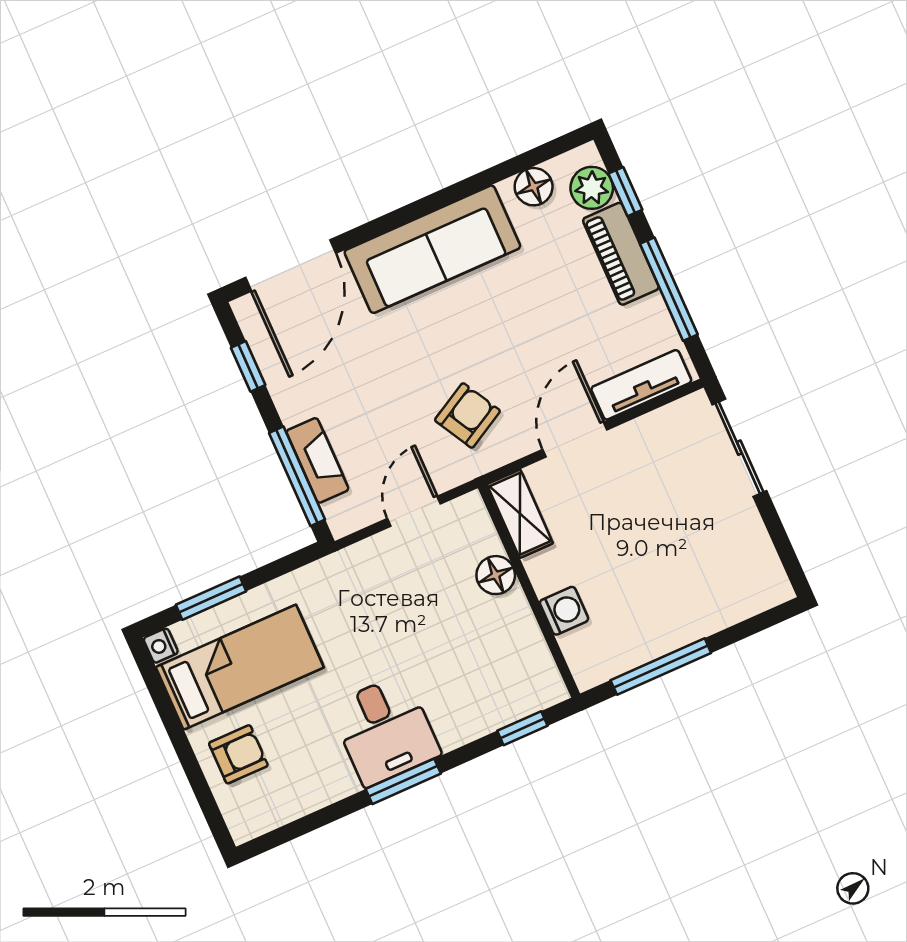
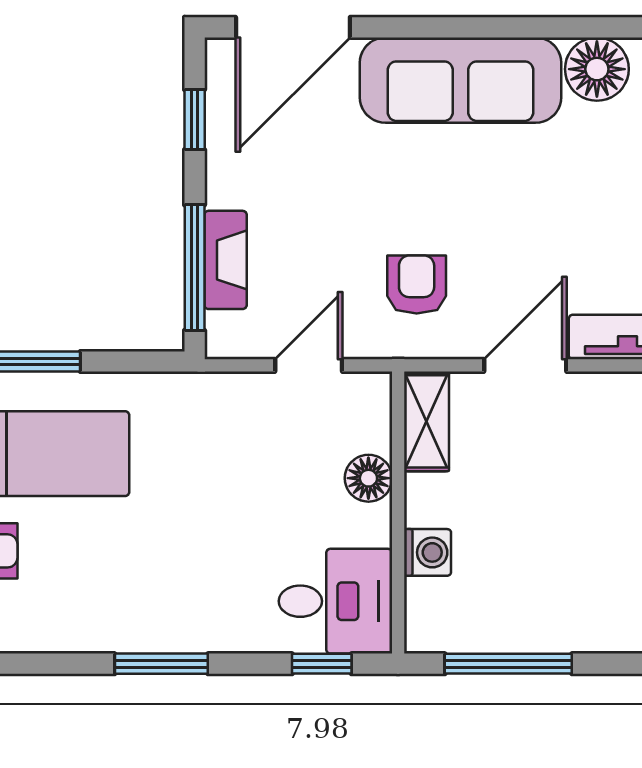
floor lamp: (534, 187) -> (597, 69), width x1.38, depth x1.38
armchair: (467, 415) -> (417, 285), turned -61
desk: (385, 730) -> (335, 601), moved, turned -90

